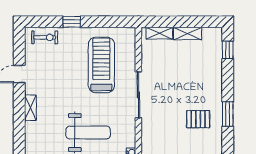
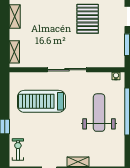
shelving: (188, 34) -> (15, 16), moved
pallet: (198, 119) -> (88, 19), width x1.50, depth x1.42

